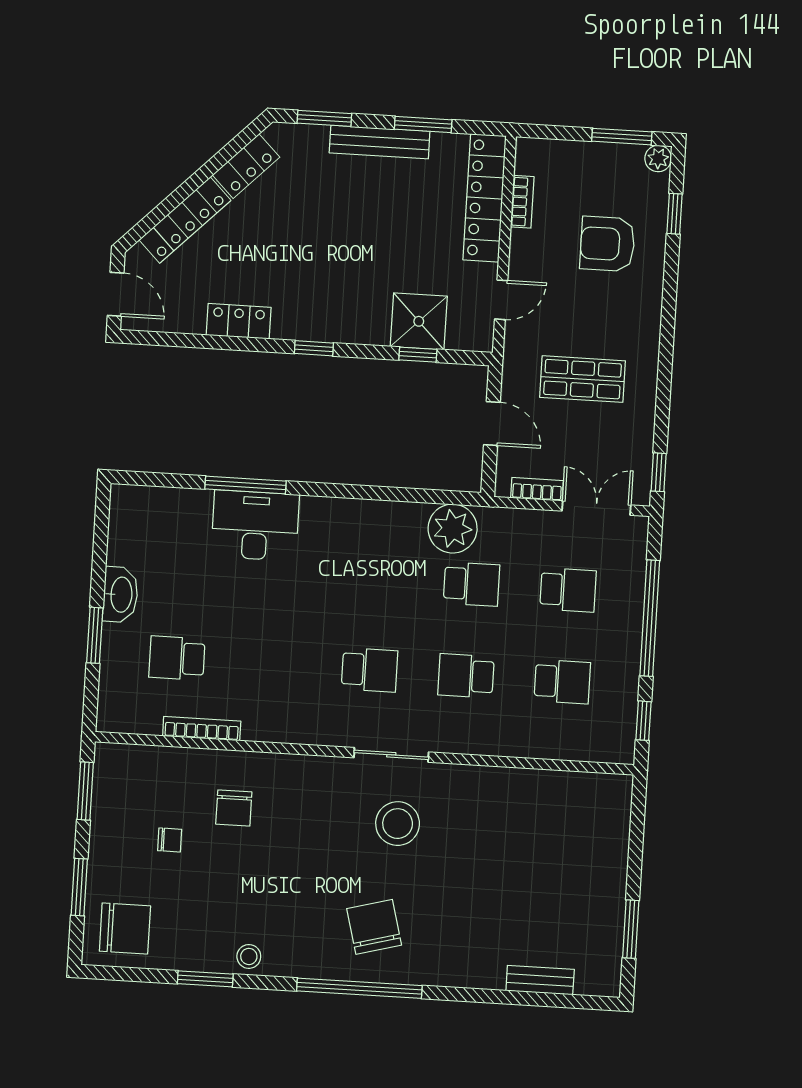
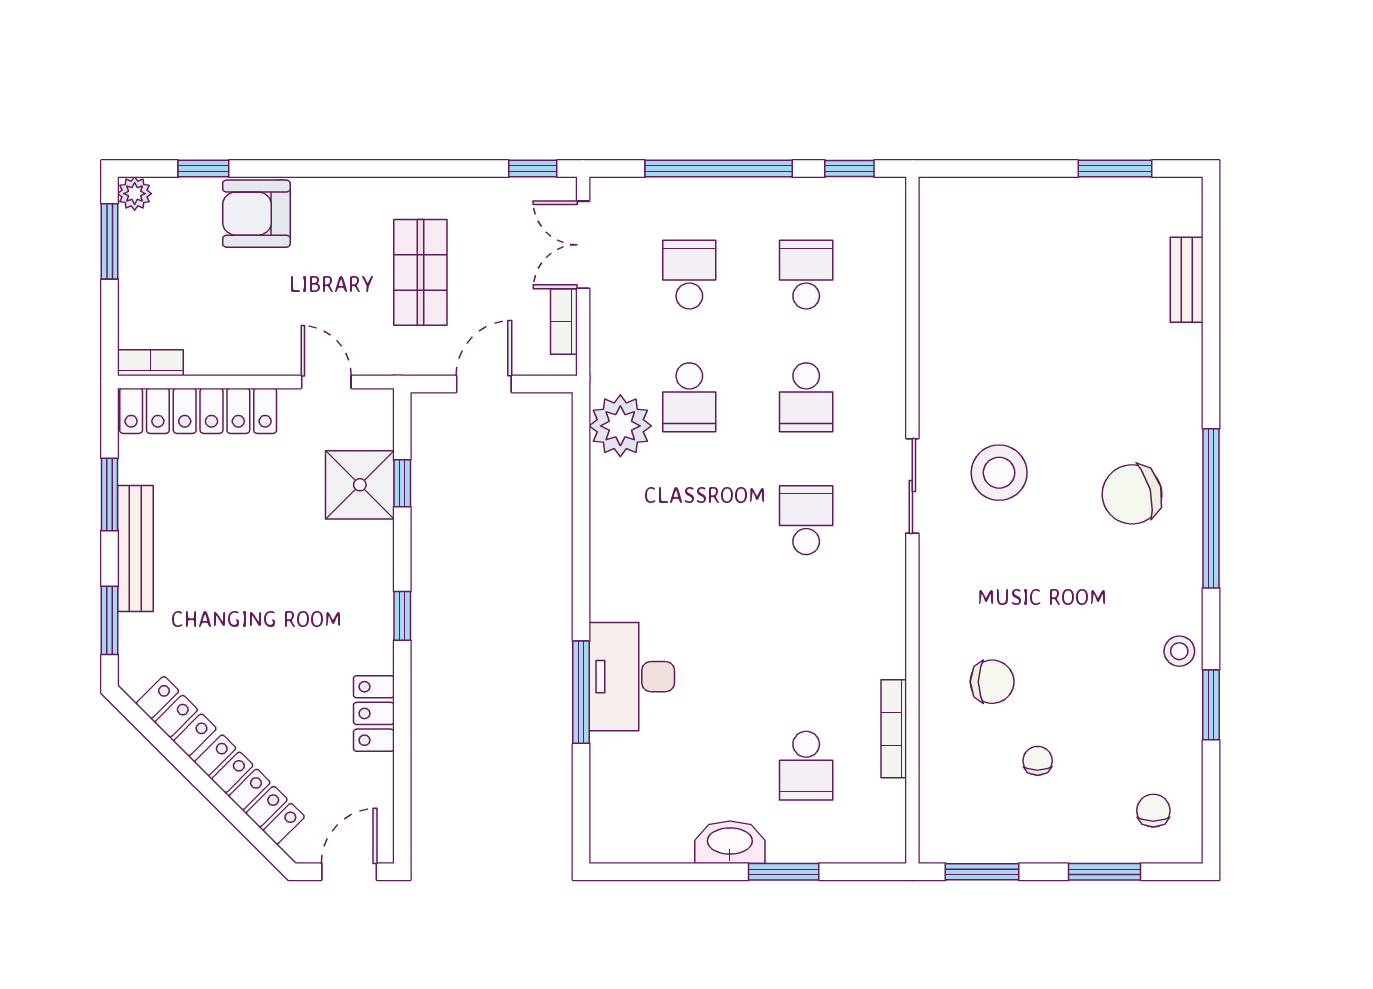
bookcase: (522, 202) -> (150, 363), moved
armchair: (608, 244) -> (256, 214), moved, turned 90
school desk: (472, 584) -> (689, 397), turned 180
chair: (125, 928) -> (1153, 811), width x0.54, depth x0.54

